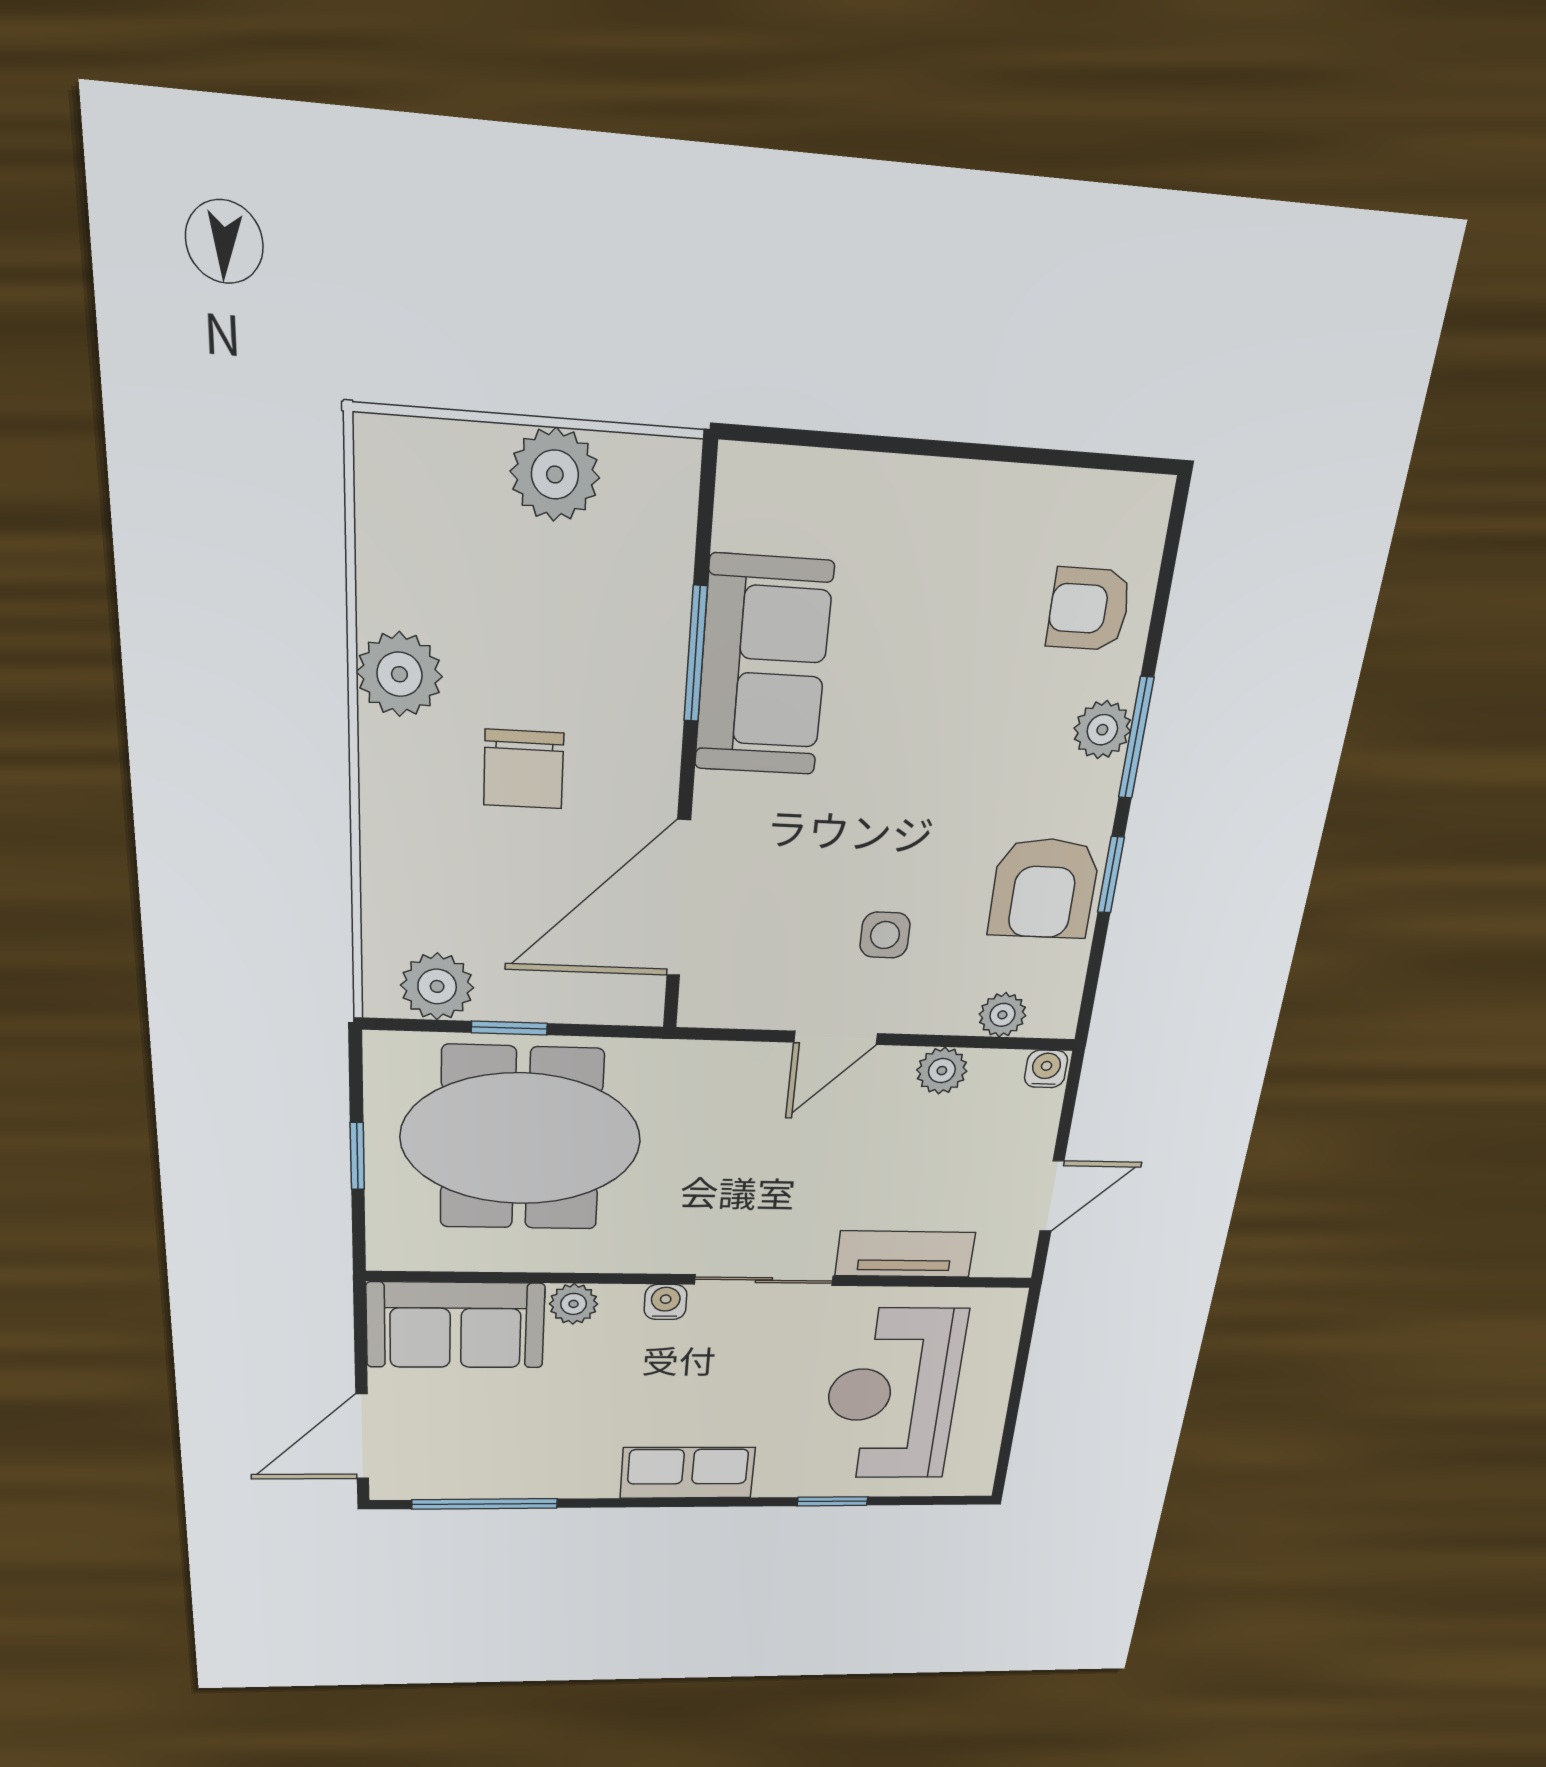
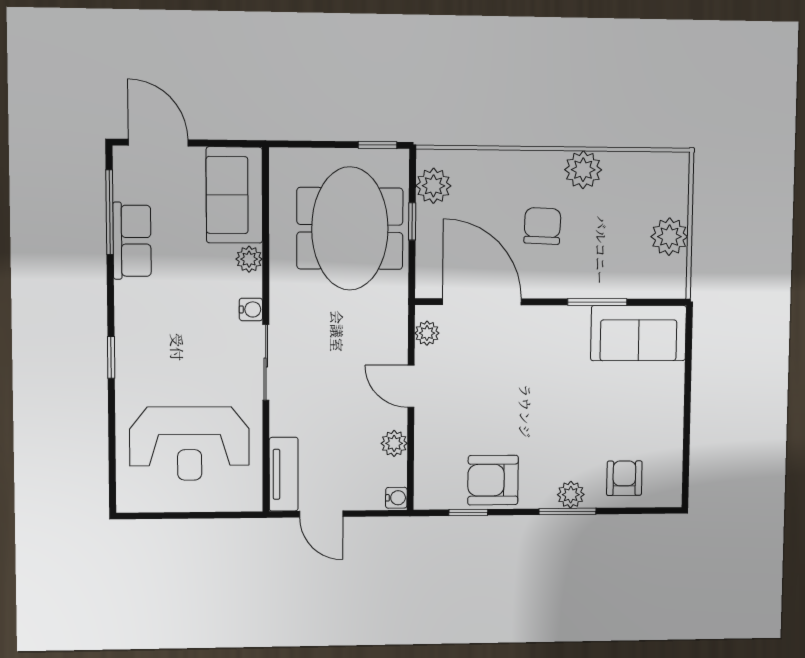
sofa: (763, 667) -> (639, 333), moved
chair: (524, 769) -> (542, 226), turned 92
window: (1111, 875) -> (468, 512), moved
side table: (885, 935) -> (467, 405), removed
plant: (1002, 1015) -> (427, 333), moved
window: (357, 1156) -> (378, 145), moved
tv unit: (905, 1254) -> (284, 474), moved
reception desk: (893, 1395) -> (190, 444), turned 180
row of seats: (688, 1473) -> (132, 241), moved
window: (832, 1501) -> (111, 357), moved

